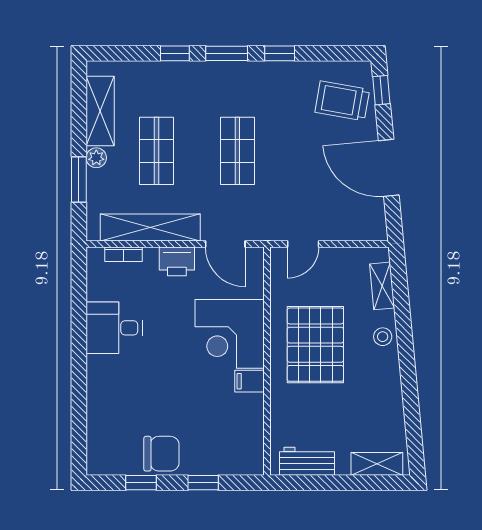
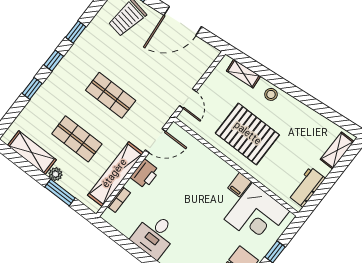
window: (227, 53) -> (54, 61), width x0.67
corner desk: (230, 334) -> (257, 215), moved

